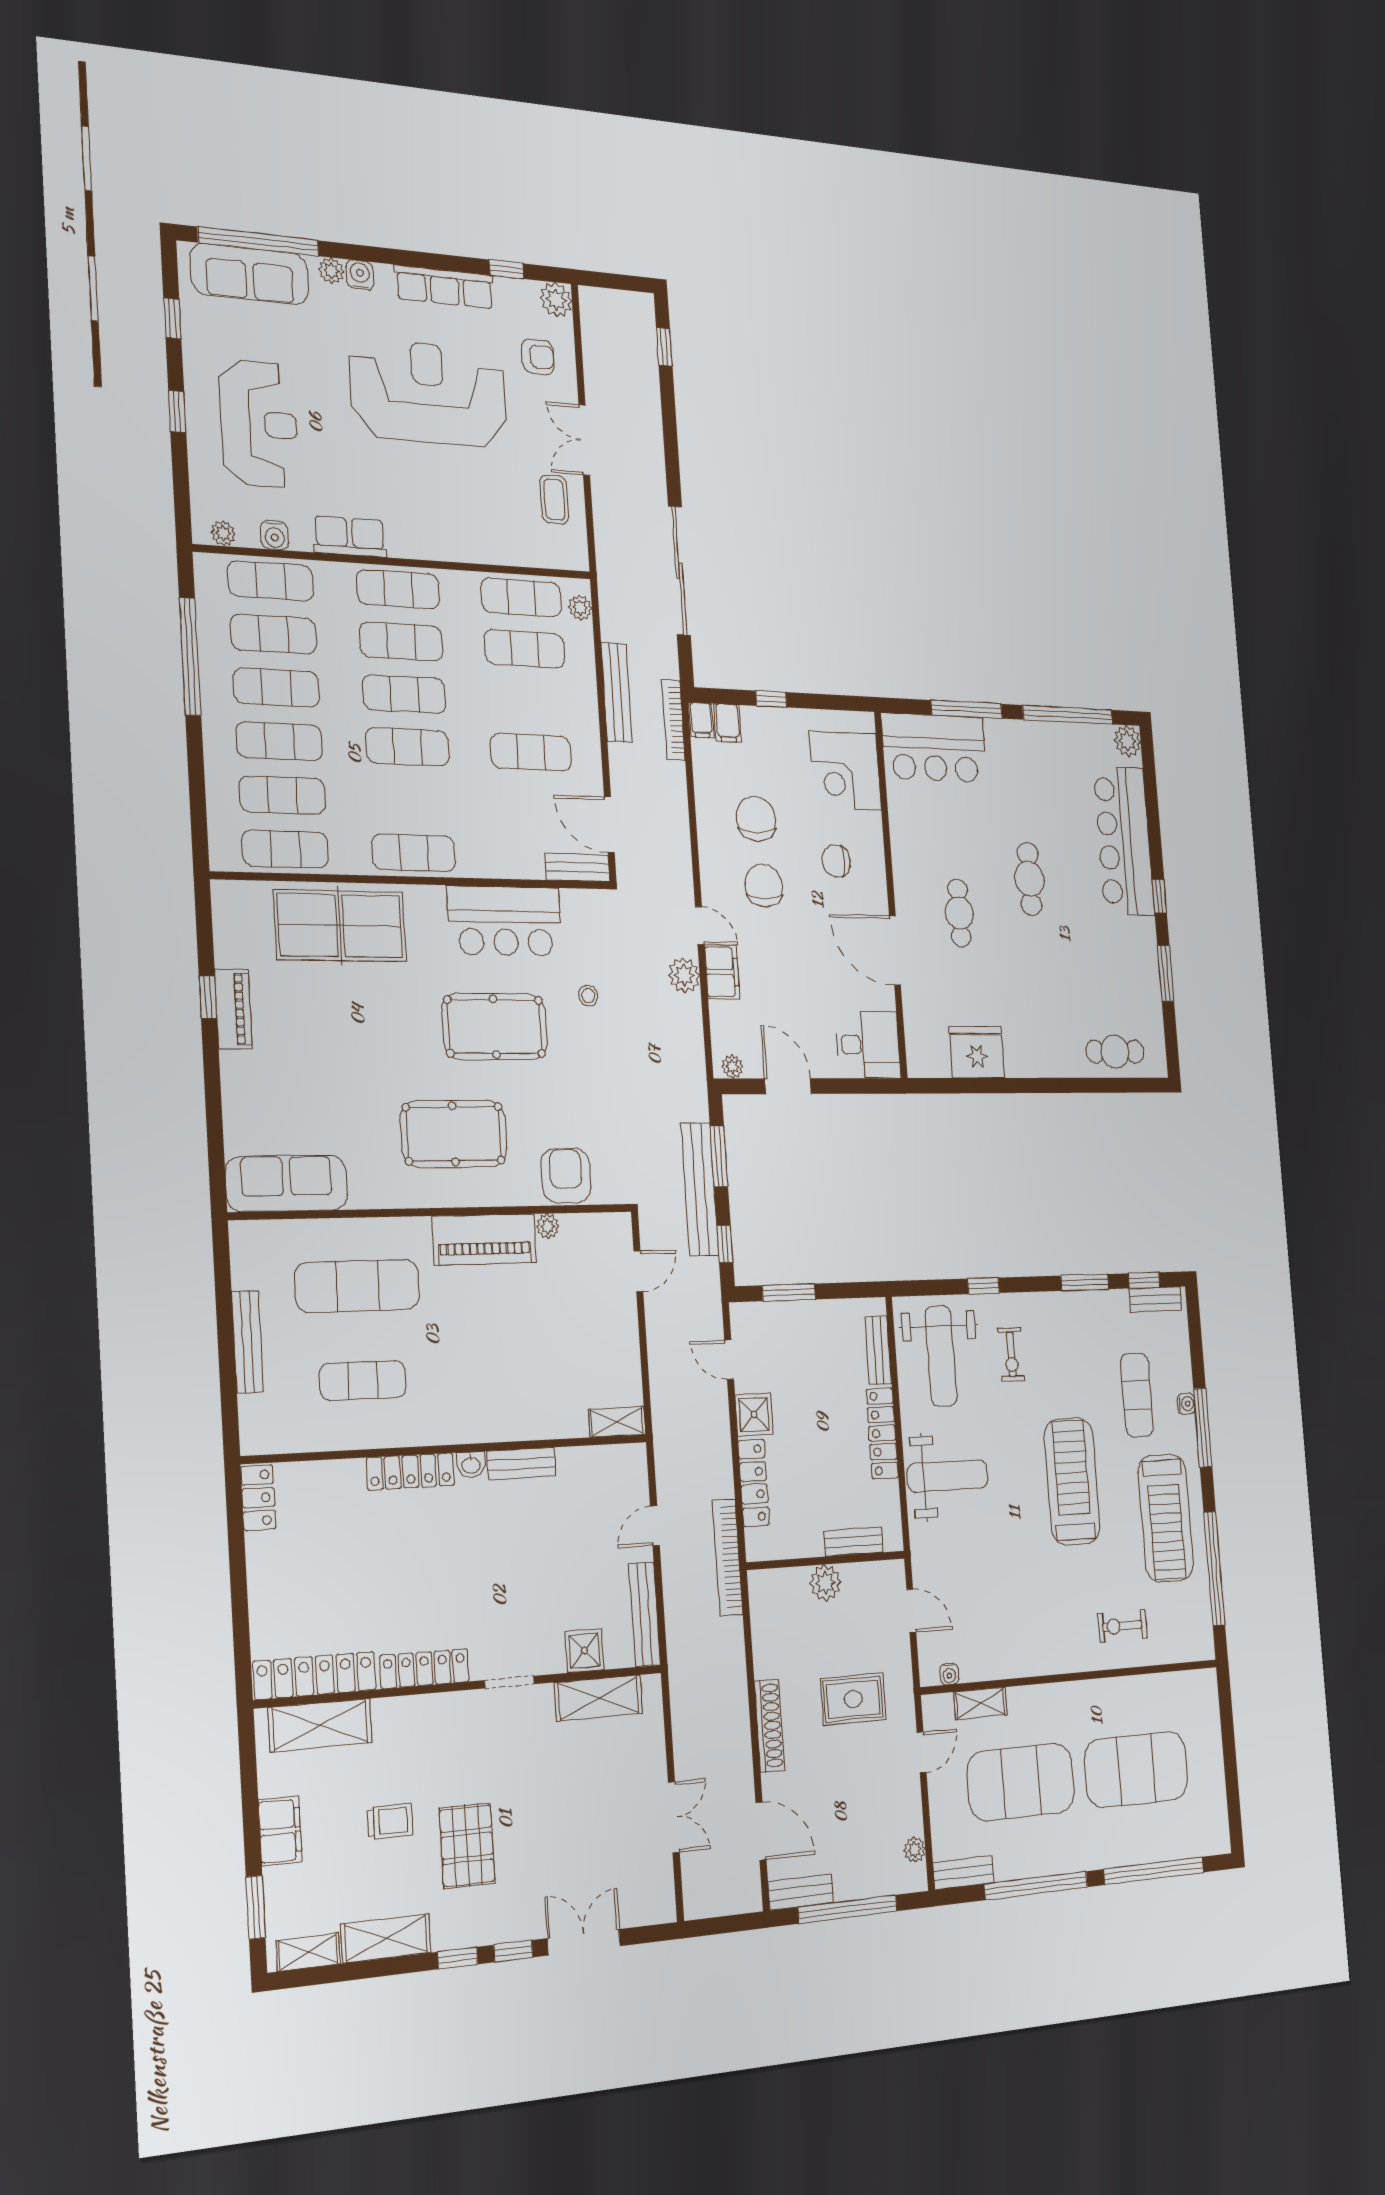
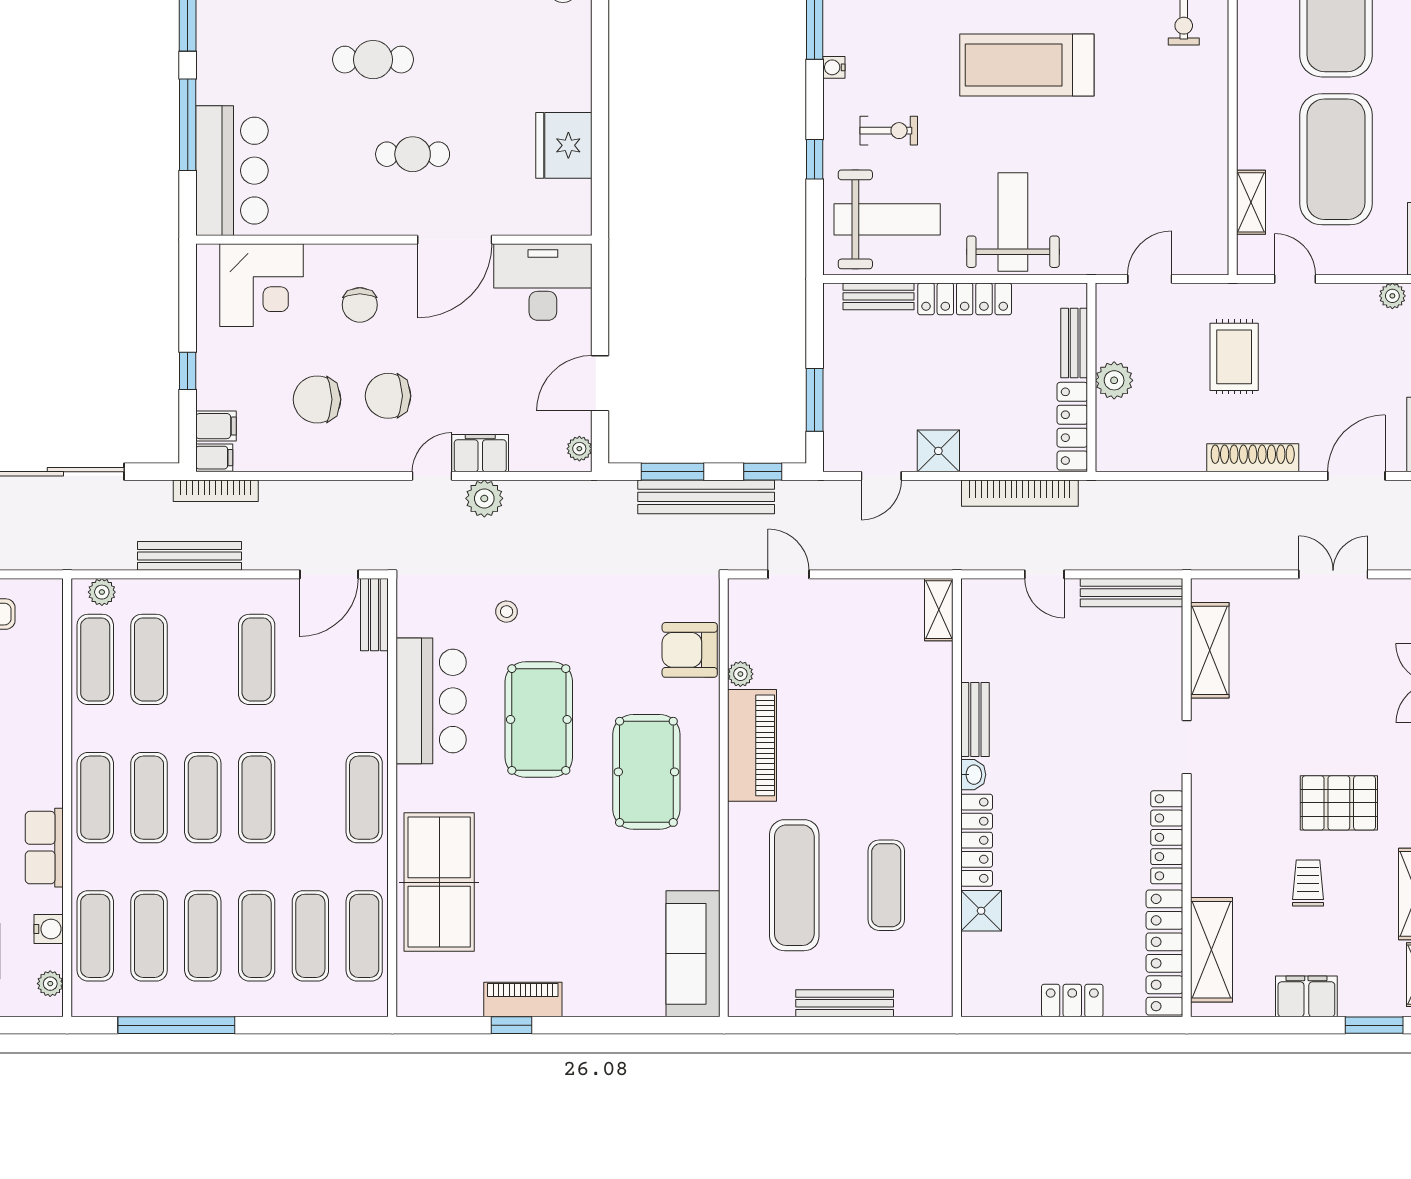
desk: (868, 1045) -> (543, 282), width x1.37
locker: (754, 1483) -> (1072, 426), moved, turned -90
locker: (258, 1498) -> (1072, 1001), moved
bookcase: (728, 1557) -> (1020, 493), moved
shower: (584, 1651) -> (981, 911), moved
water cooler: (949, 1674) -> (834, 67), moved, turned 180

